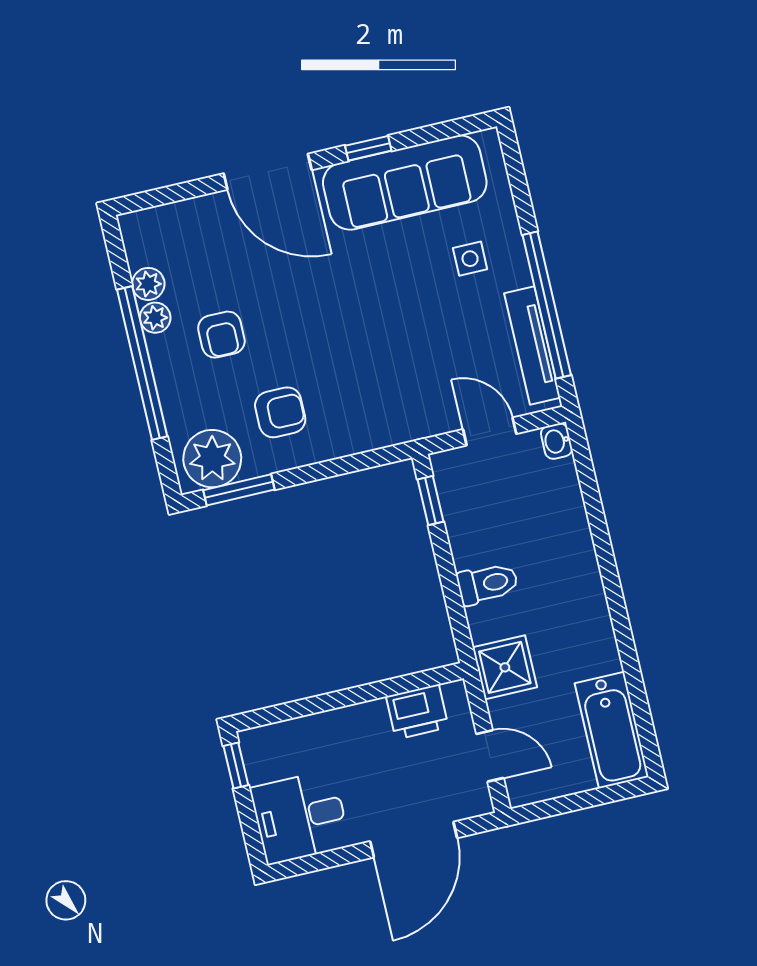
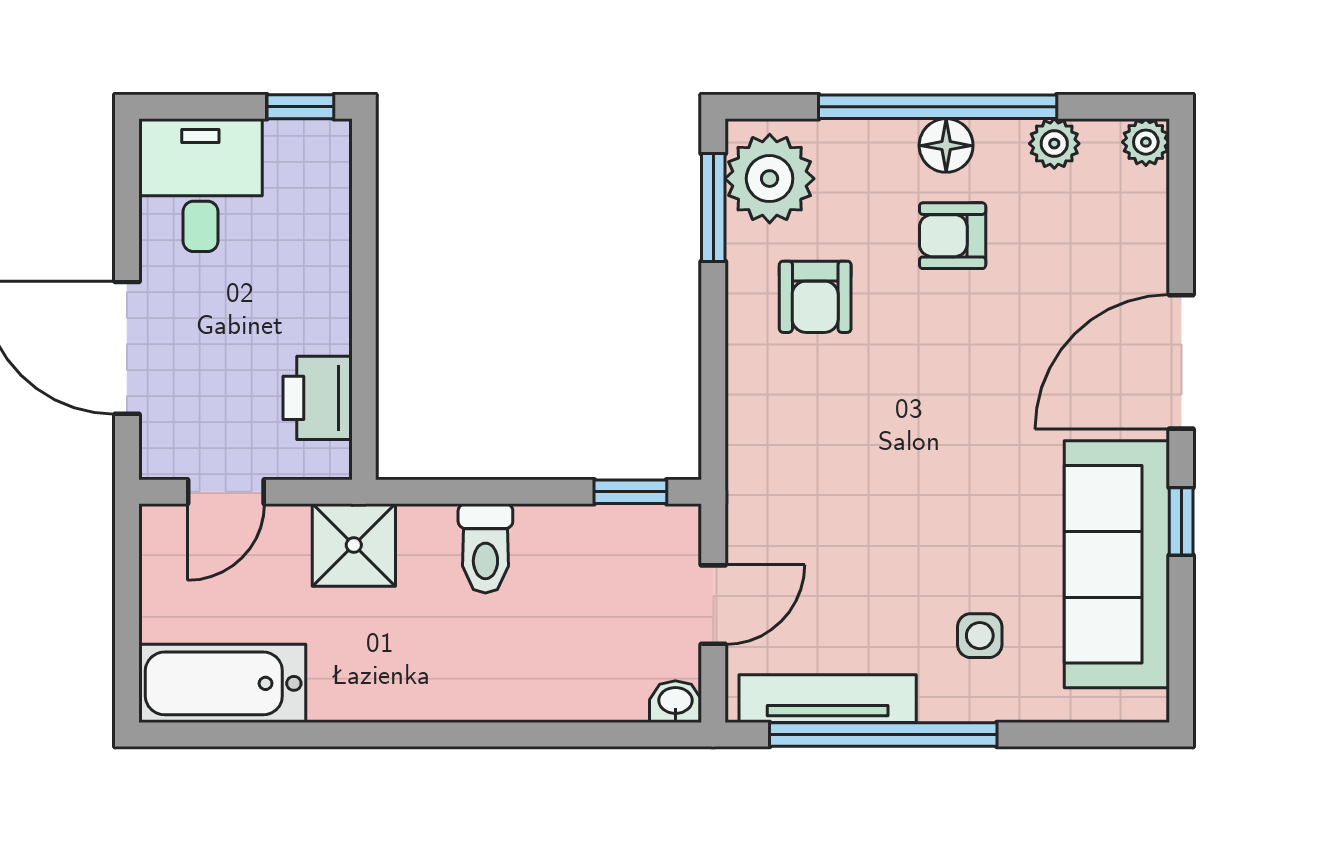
plant: (155, 318) -> (1146, 142), moved
floor lamp: (165, 352) -> (946, 146), added

